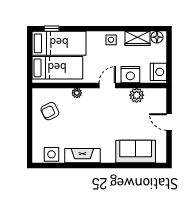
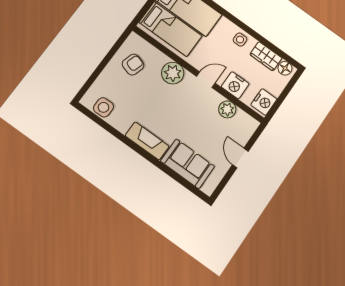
plant: (77, 93) -> (173, 73), width x1.87, depth x1.87
armchair: (50, 111) -> (133, 65), turned 133
fireplace: (82, 156) -> (147, 141), moved

